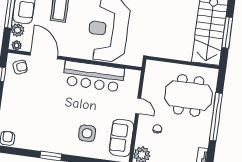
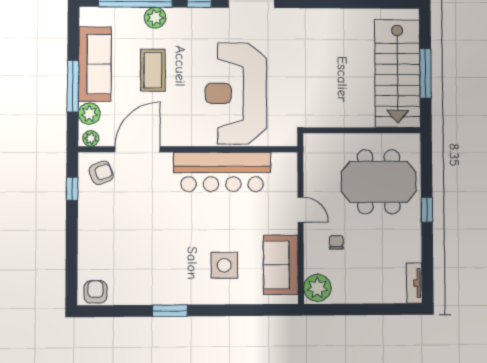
door: (44, 56) -> (138, 149), hinge flipped
window: (216, 117) -> (427, 210), width x0.32

